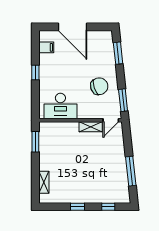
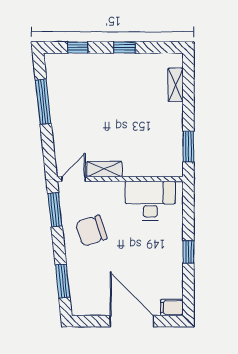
filing cabinet: (46, 47) -> (172, 307), moved

